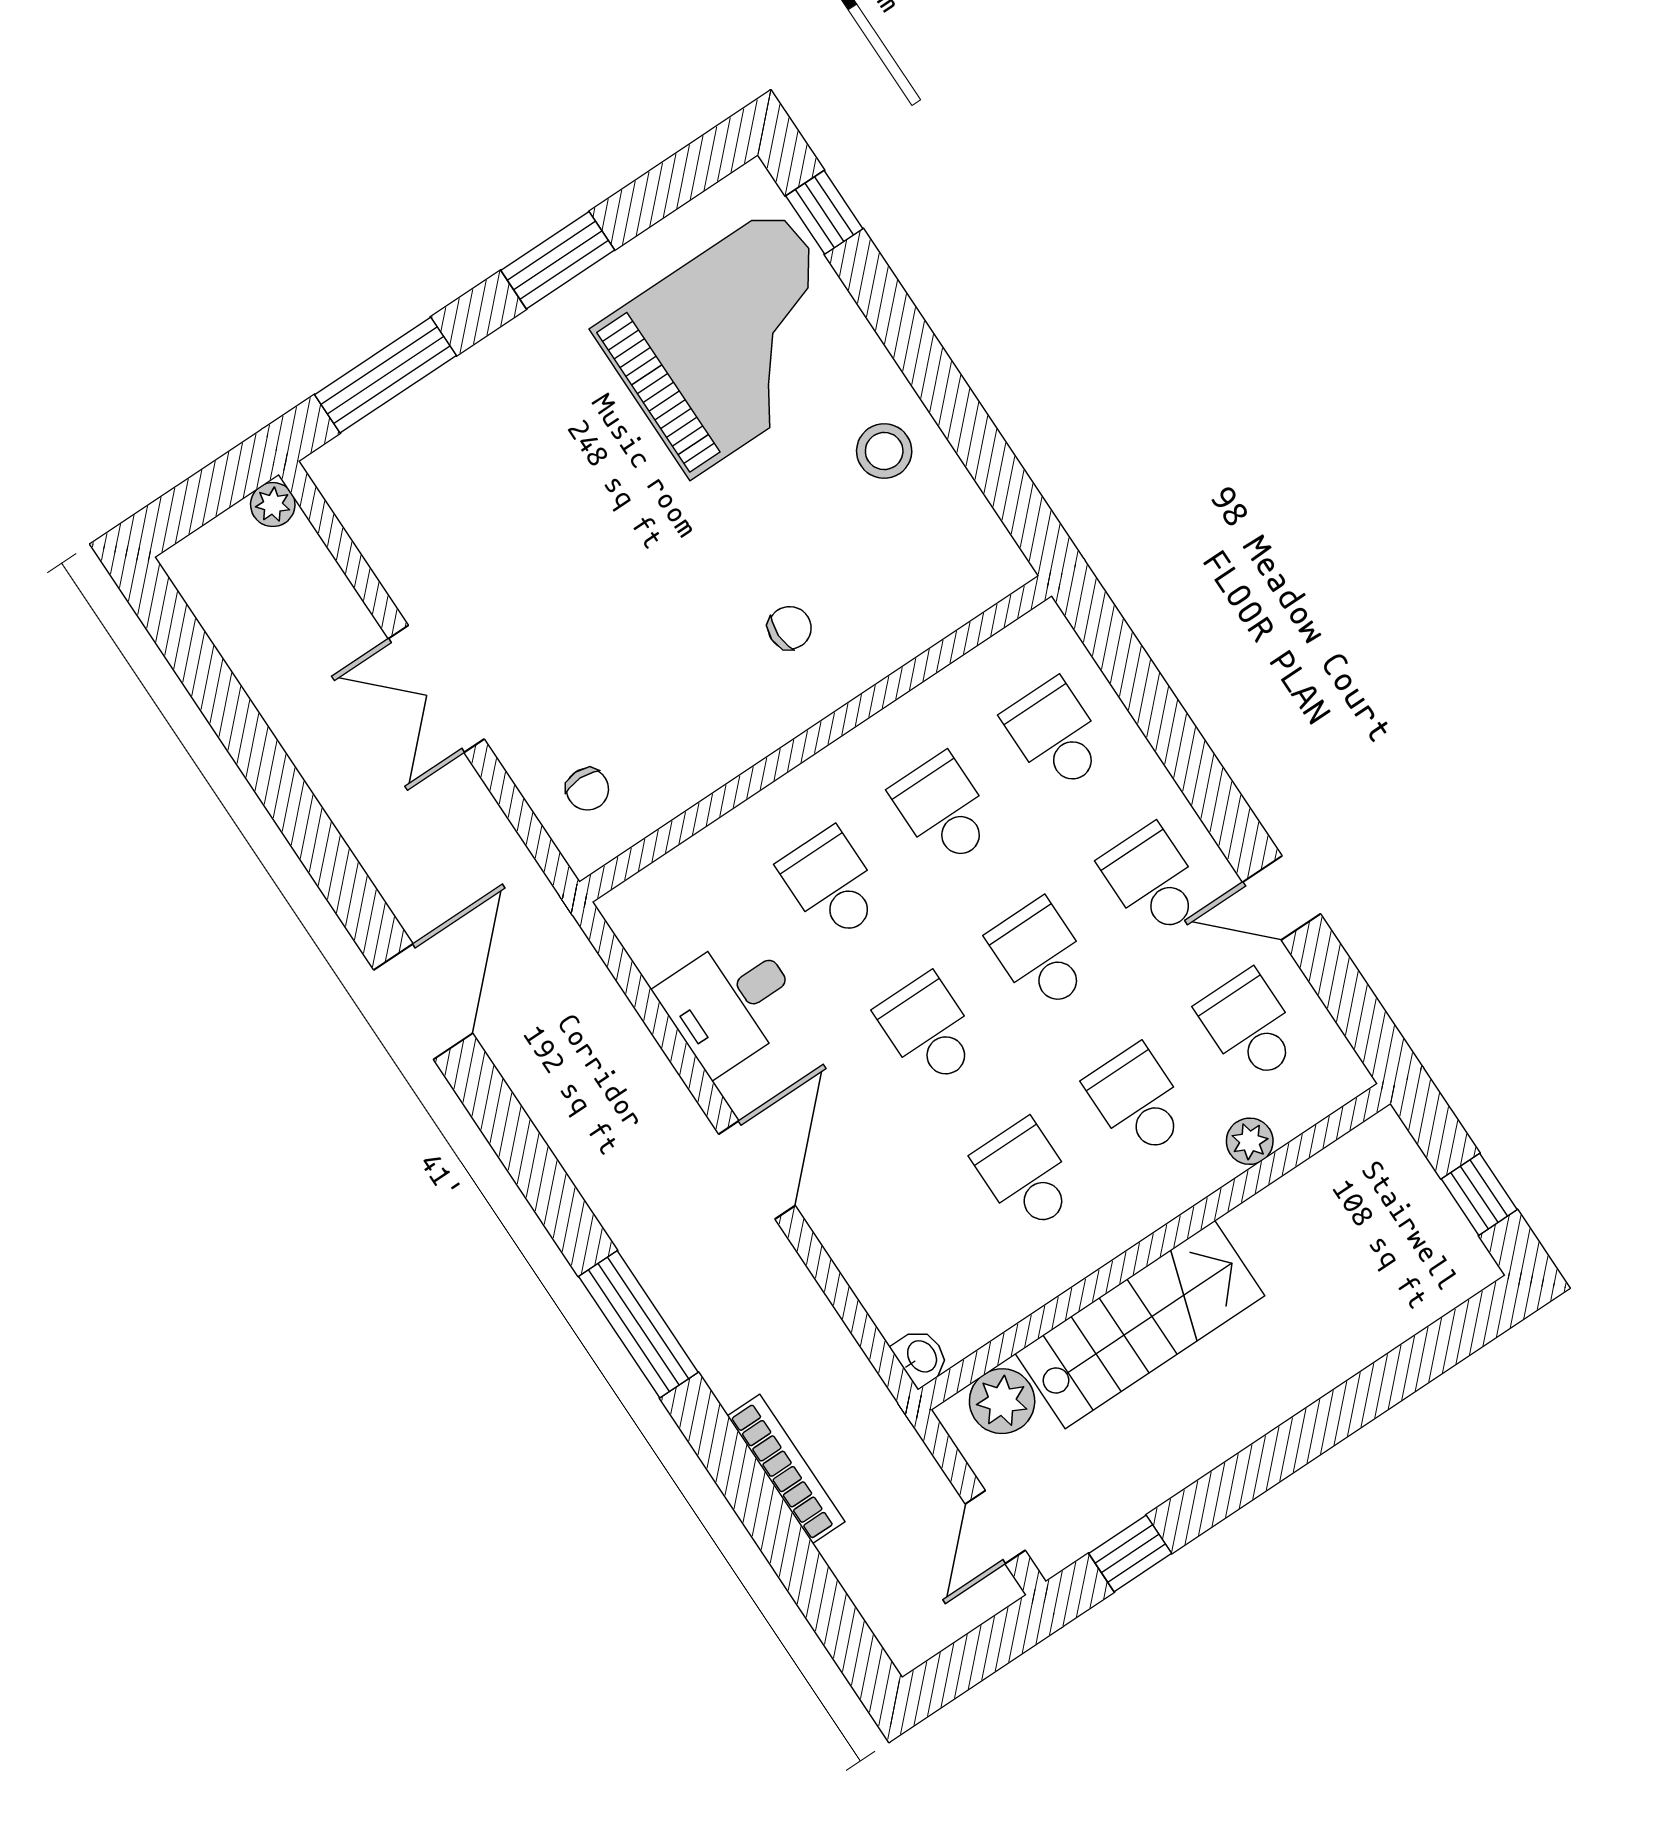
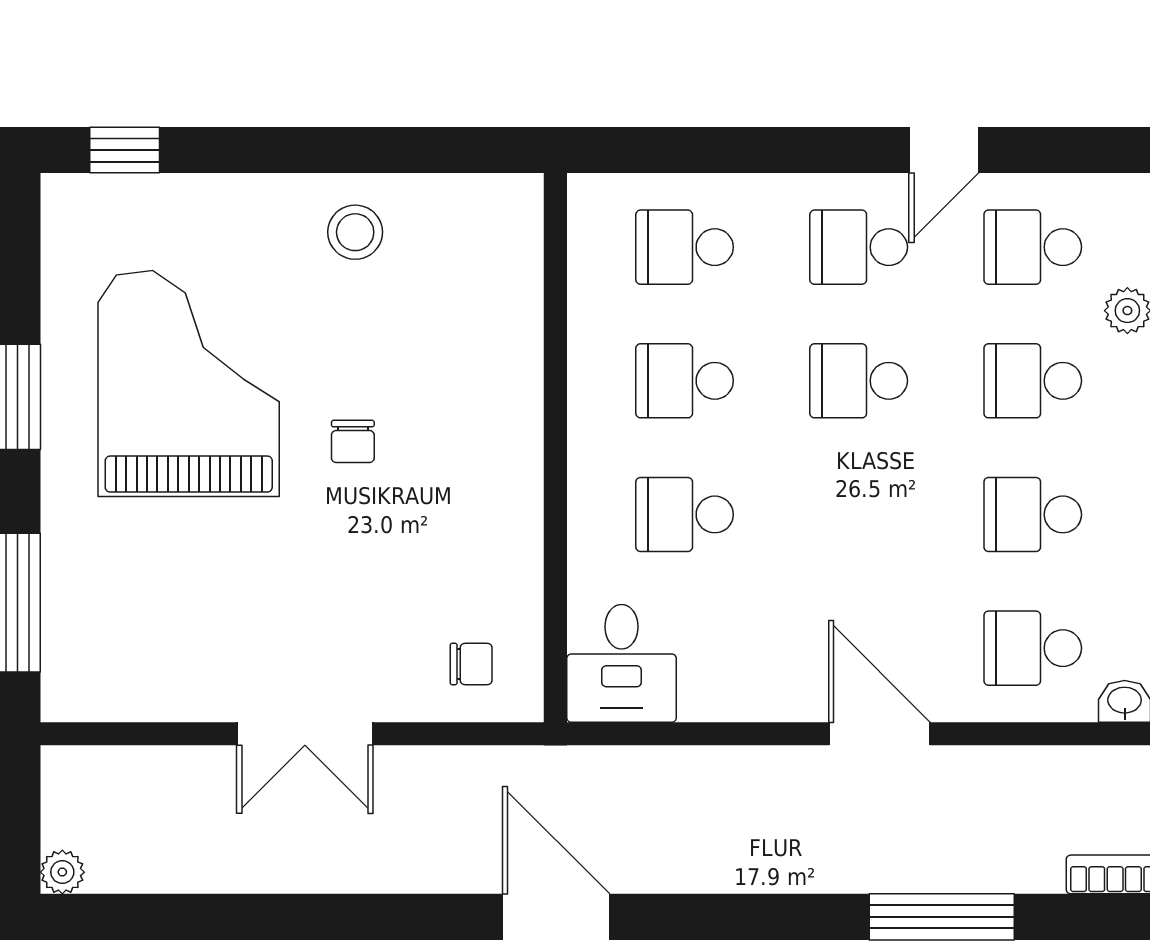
grand piano: (734, 342) -> (189, 384), moved
plant: (273, 505) -> (62, 872), moved
chair: (790, 628) -> (353, 441), moved, turned 180
desk: (731, 1002) -> (622, 663), moved
school desk: (929, 1030) -> (1033, 648), moved

